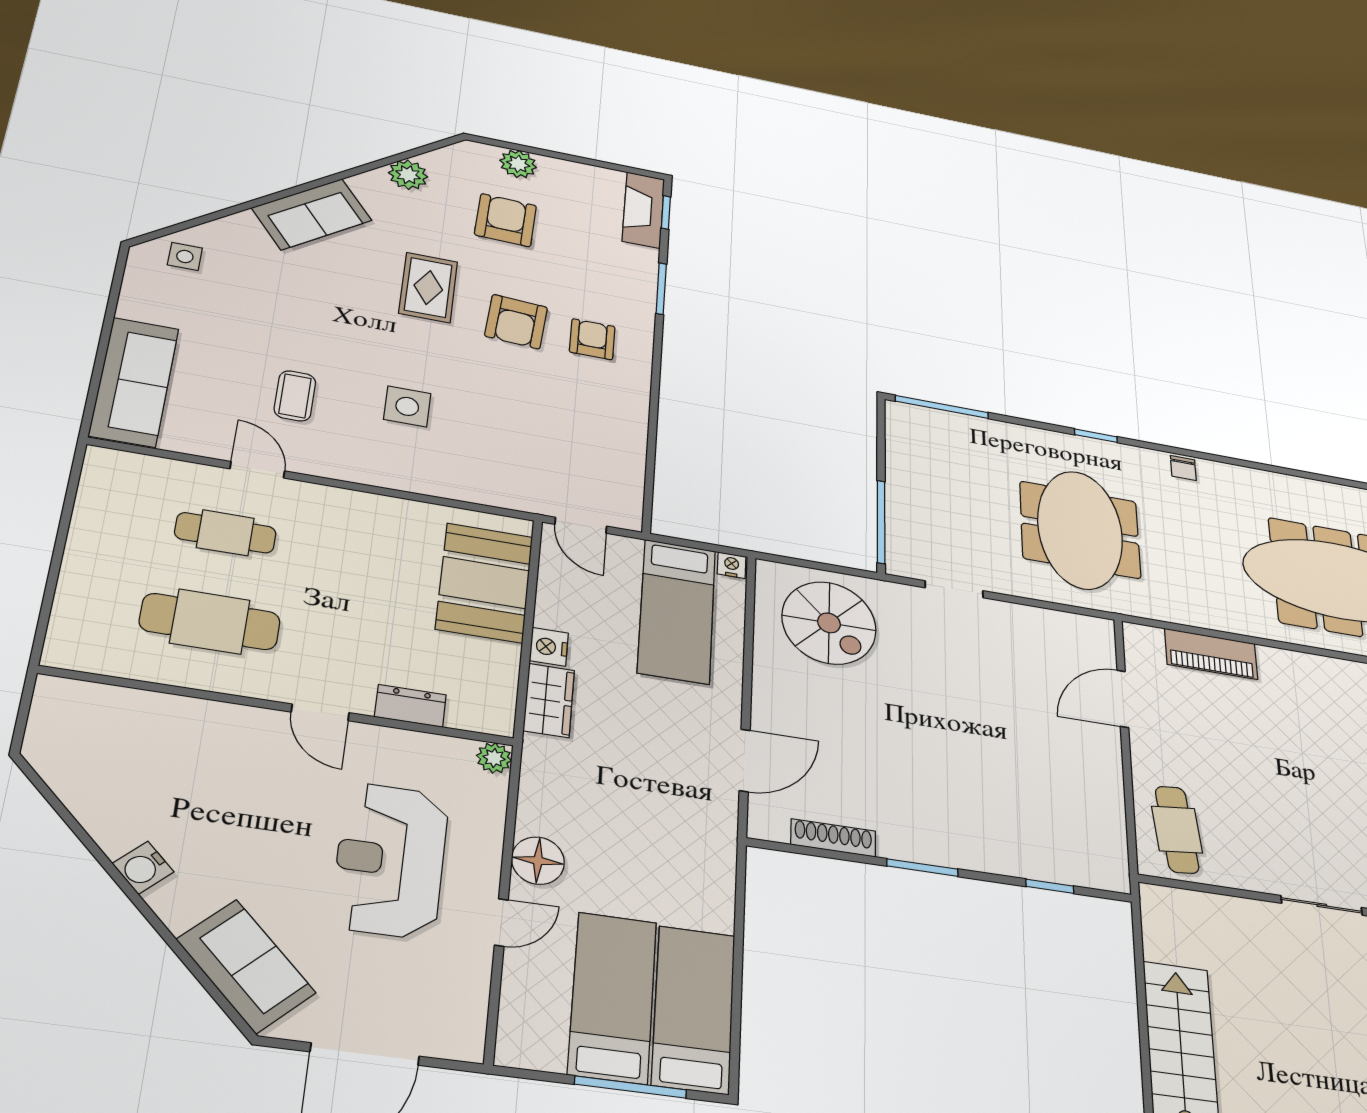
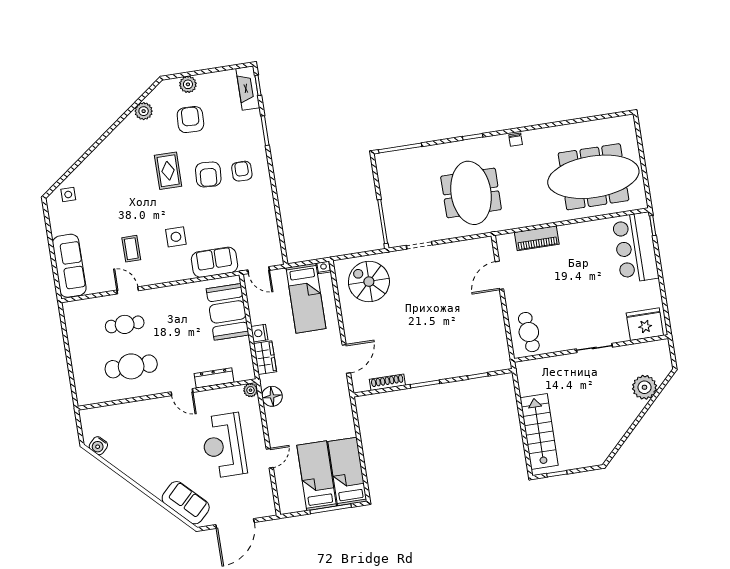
sofa: (312, 214) -> (214, 262), moved, turned -143
spiral stairs: (829, 623) -> (369, 282), turned 180
dresser: (410, 706) -> (214, 378), width x1.44
floor lamp: (538, 861) -> (272, 396), moved
water cooler: (143, 868) -> (98, 446), moved

